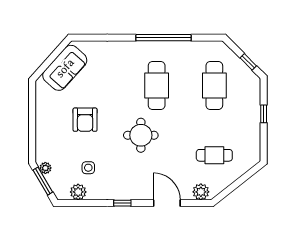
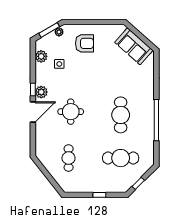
cafe table: (157, 85) -> (121, 115), turned 90
armchair: (85, 120) -> (84, 43), moved, turned 180
round table: (141, 135) -> (71, 112), moved
plant: (201, 192) -> (41, 92), moved
door: (167, 203) -> (33, 112), moved

